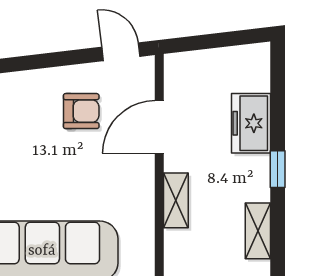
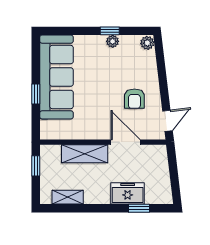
window: (278, 169) -> (139, 208), moved
shelving: (176, 200) -> (85, 154), width x1.50, depth x1.33

